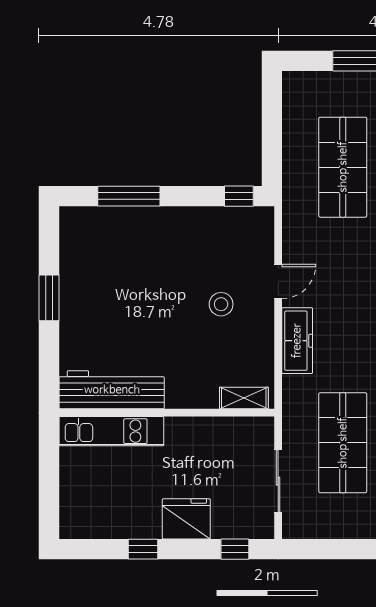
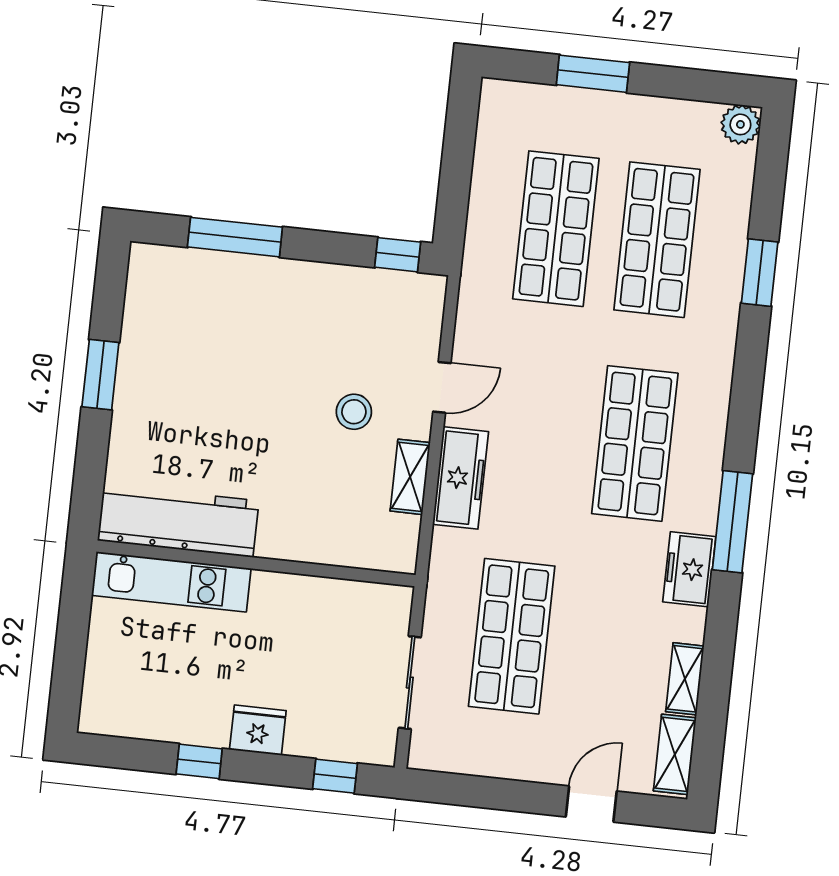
shelving: (244, 398) -> (410, 477), moved, turned 90
fridge: (186, 519) -> (258, 730), width x0.73, depth x0.75

